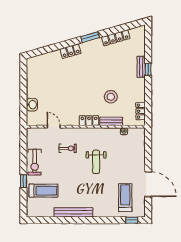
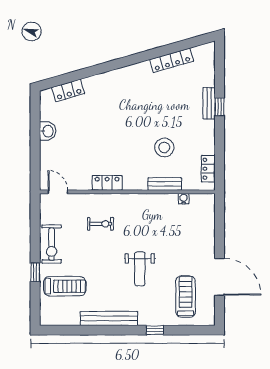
window: (90, 37) -> (133, 59), removed
locker: (70, 51) -> (68, 90), moved
washbasin: (32, 105) -> (48, 131), moved
locker: (89, 121) -> (107, 183), moved
door: (54, 127) -> (58, 192), moved
weight bench: (96, 162) -> (140, 269), moved
window: (132, 220) -> (155, 330), moved

